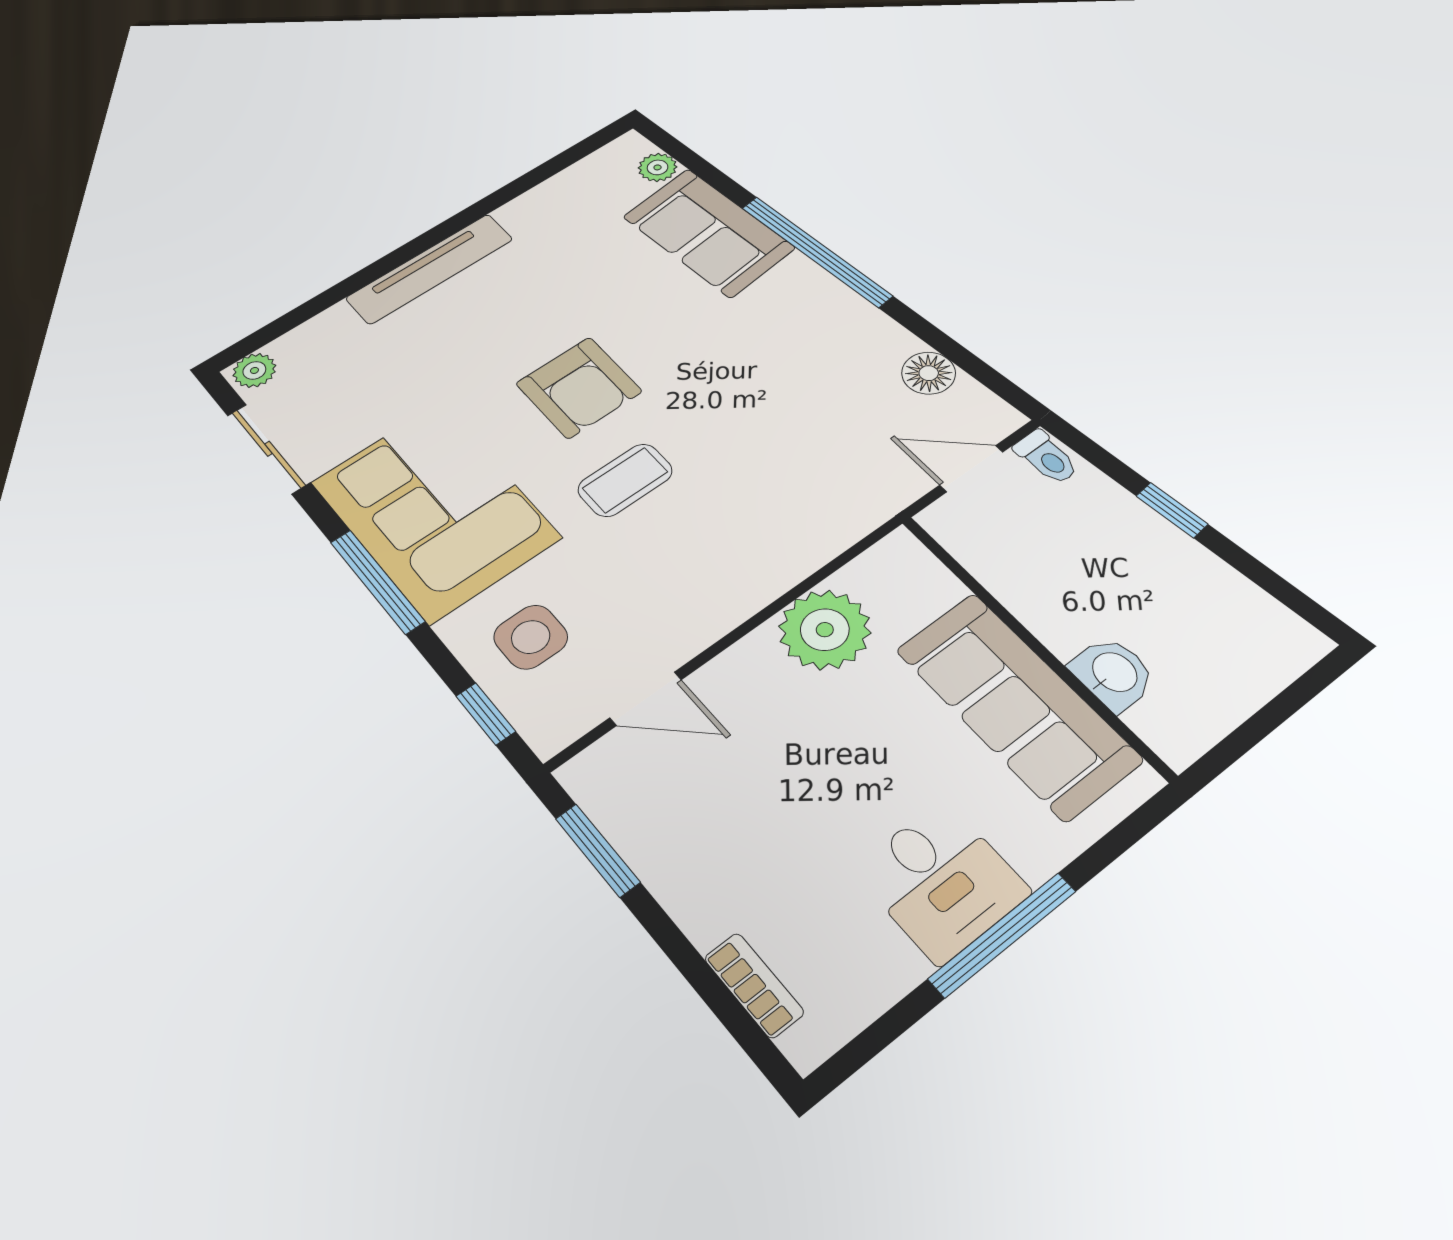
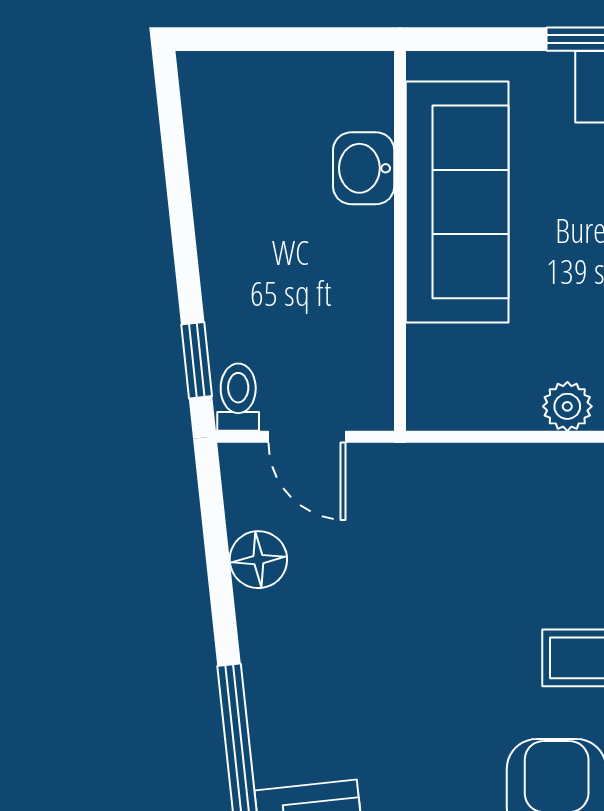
window: (1172, 510) -> (197, 360), moved
plant: (825, 630) -> (567, 406), width x0.53, depth x0.53

